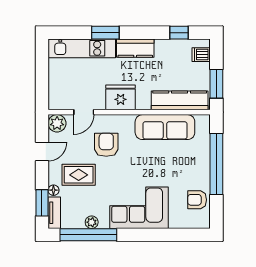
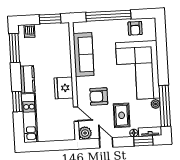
window: (179, 33) -> (14, 48), width x2.17
kitchen counter: (180, 100) -> (64, 45), removed
corner sofa: (139, 208) -> (138, 70), width x1.36, depth x1.36

